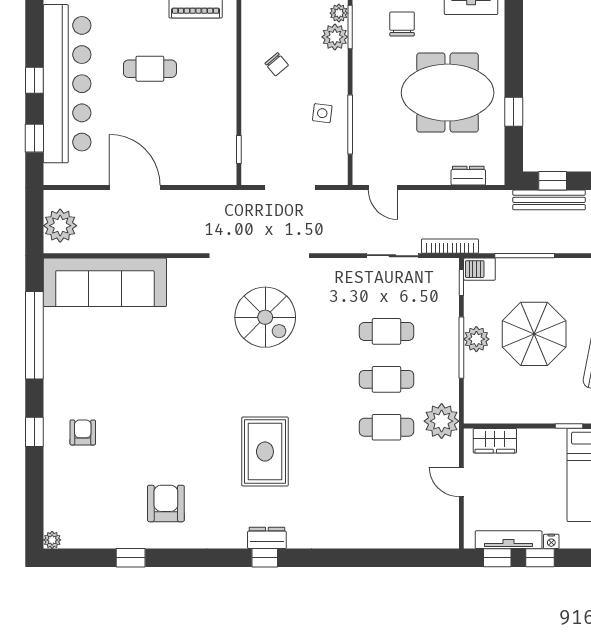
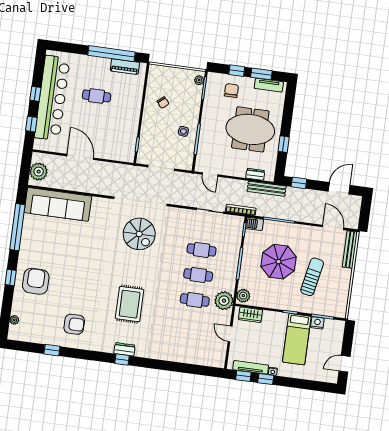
plant: (335, 37) -> (195, 92), removed
bench: (549, 200) -> (267, 189), moved
plant: (476, 339) -> (243, 296), moved
armchair: (83, 432) -> (36, 281), width x1.88, depth x1.88
armchair: (166, 503) -> (74, 324), turned 90
plant: (52, 540) -> (14, 320), moved

